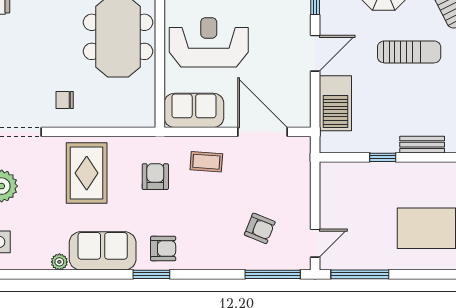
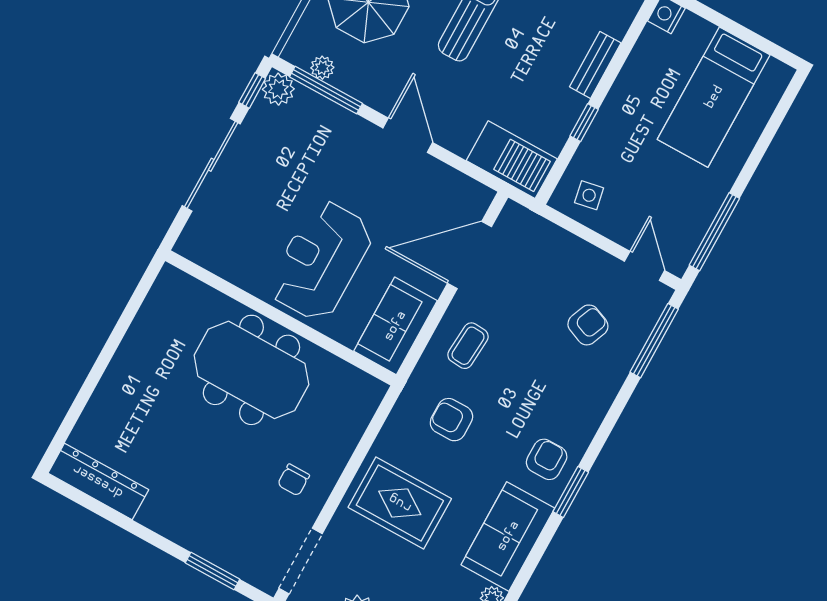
barbecue: (335, 103) -> (512, 160), moved
side table: (340, 185) -> (589, 195), added

